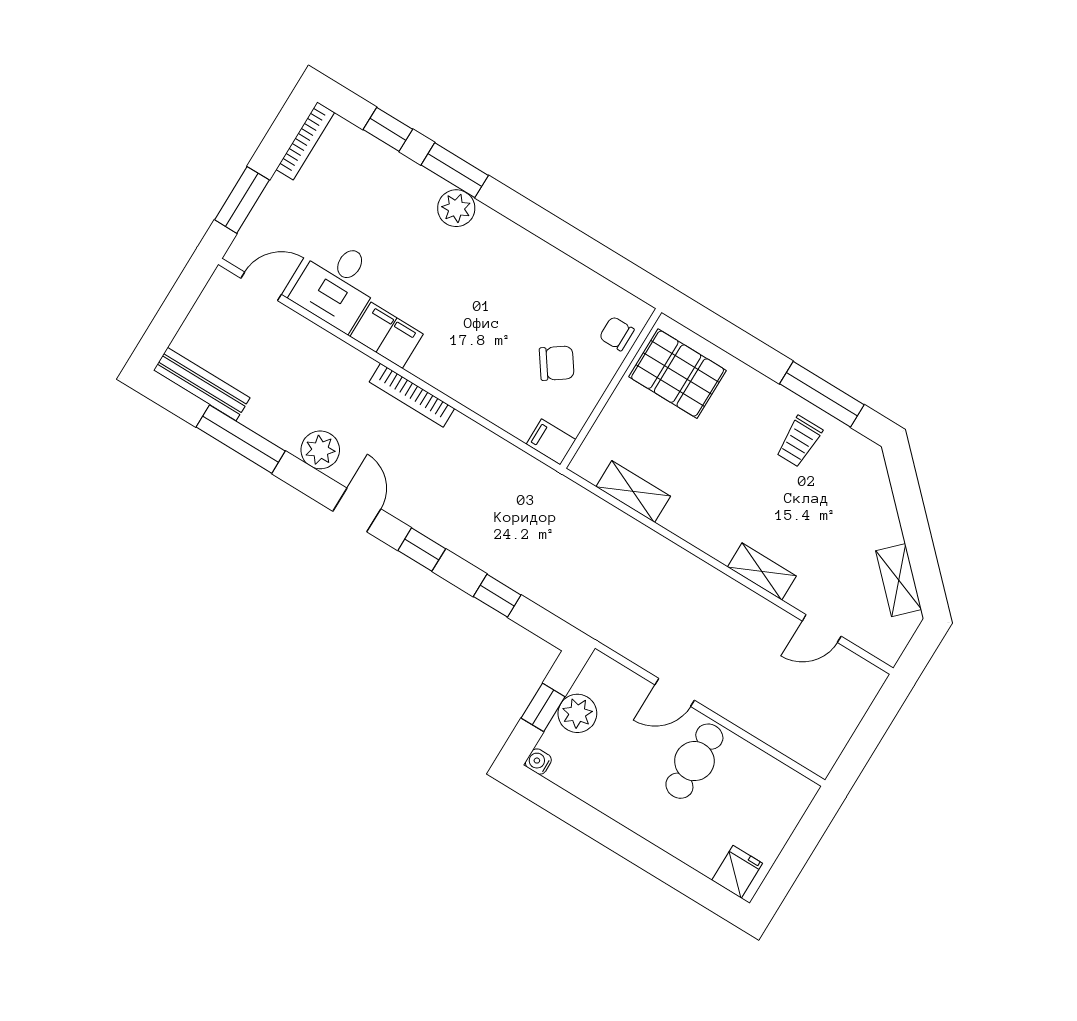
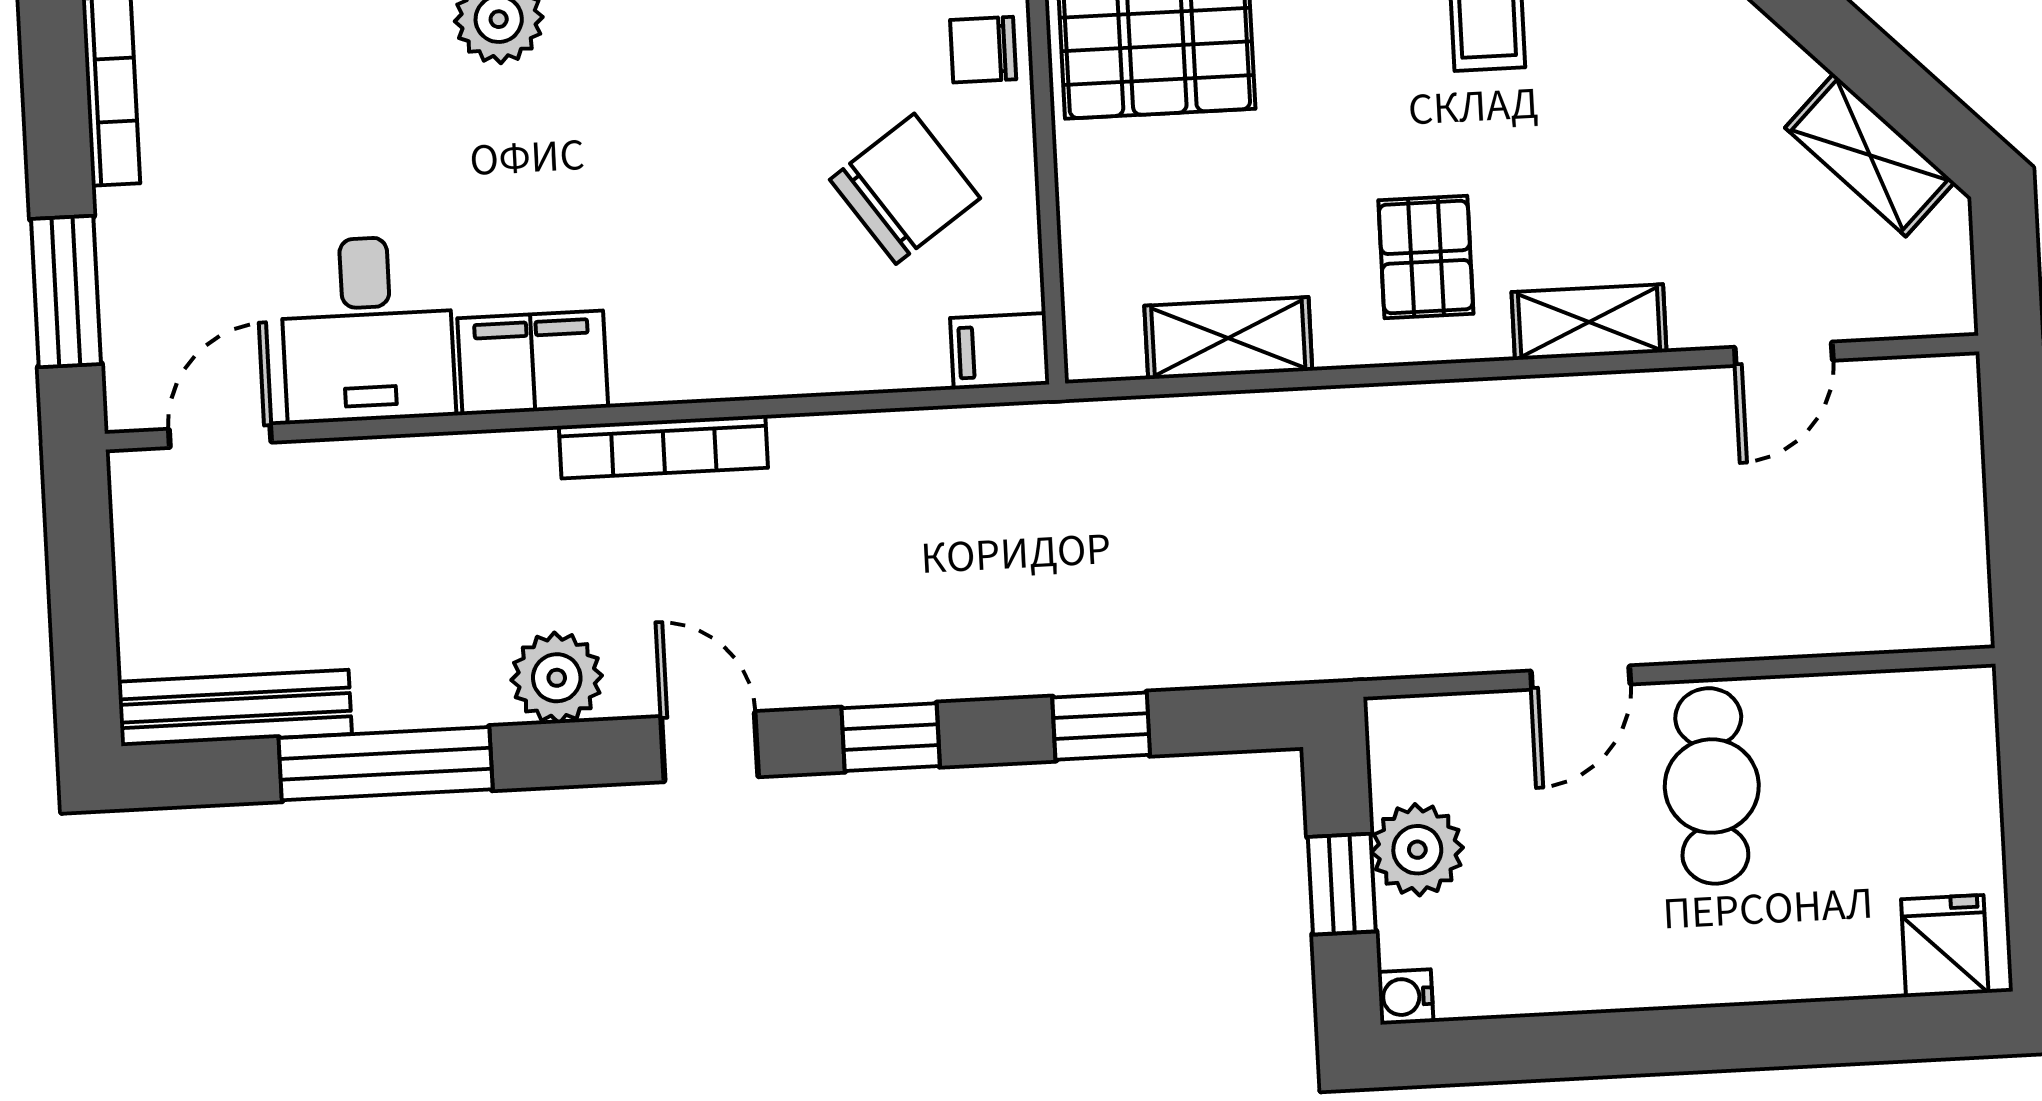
chair: (557, 363) -> (905, 189), width x1.37, depth x1.37
pallet: (721, 510) -> (1426, 257), added

